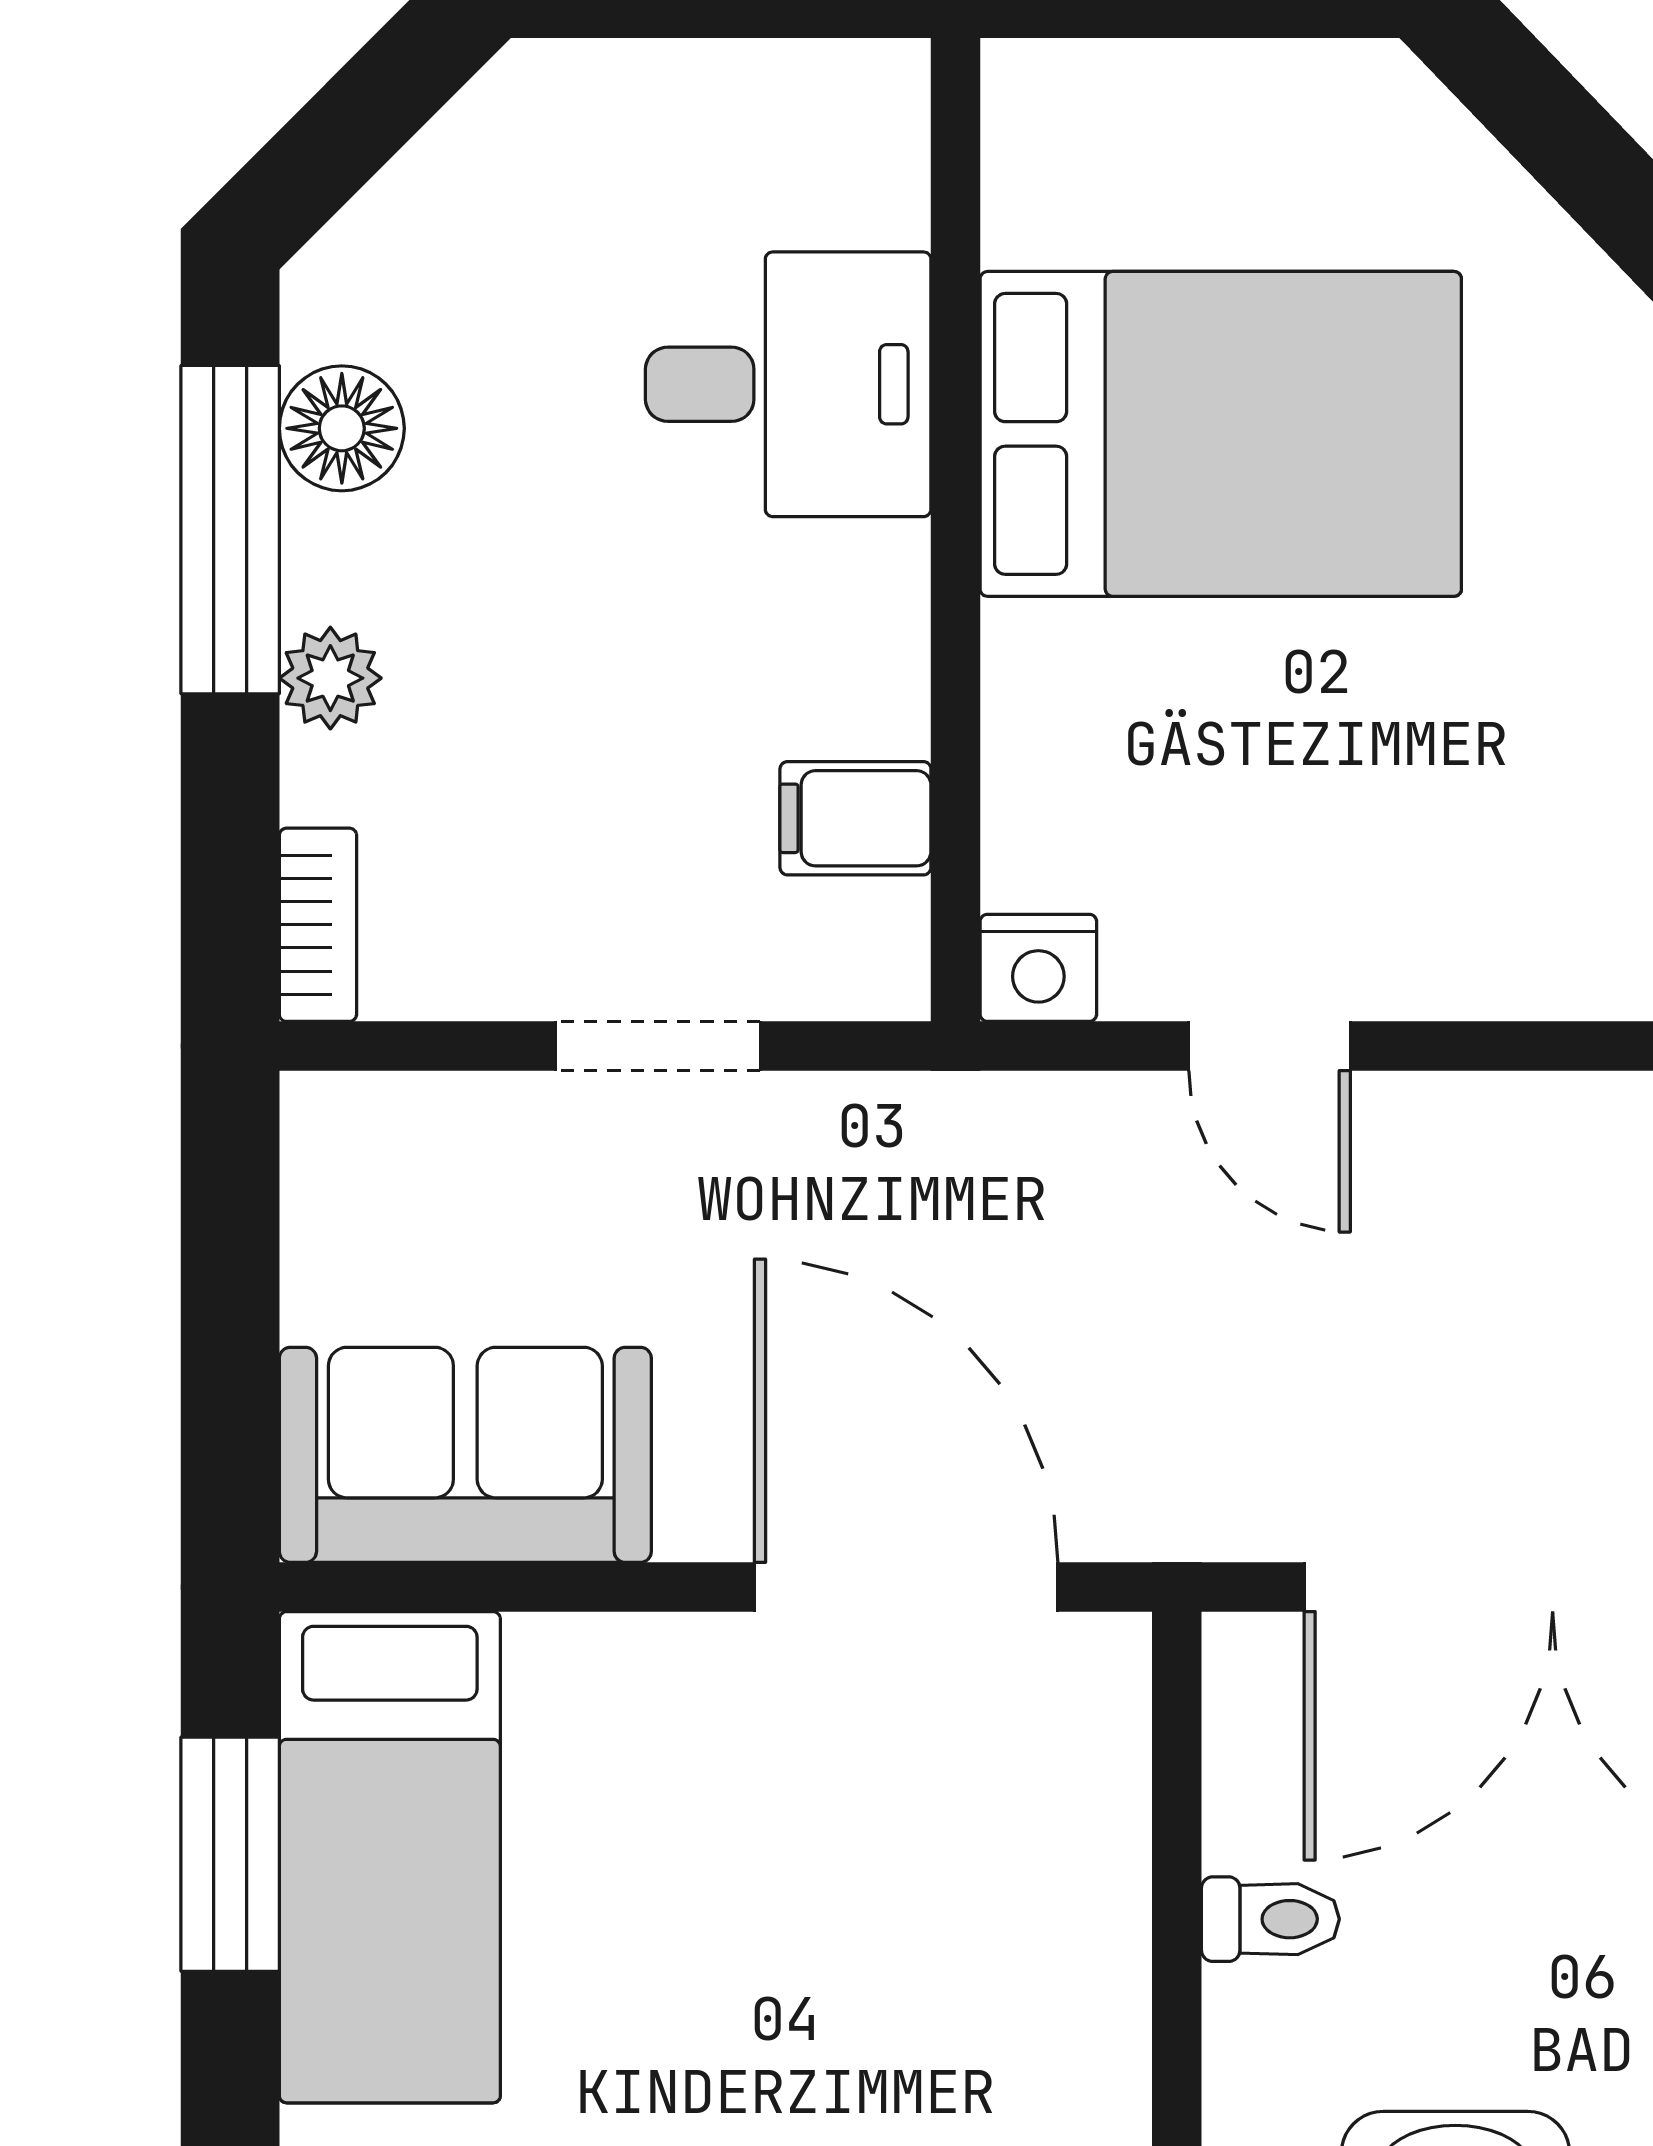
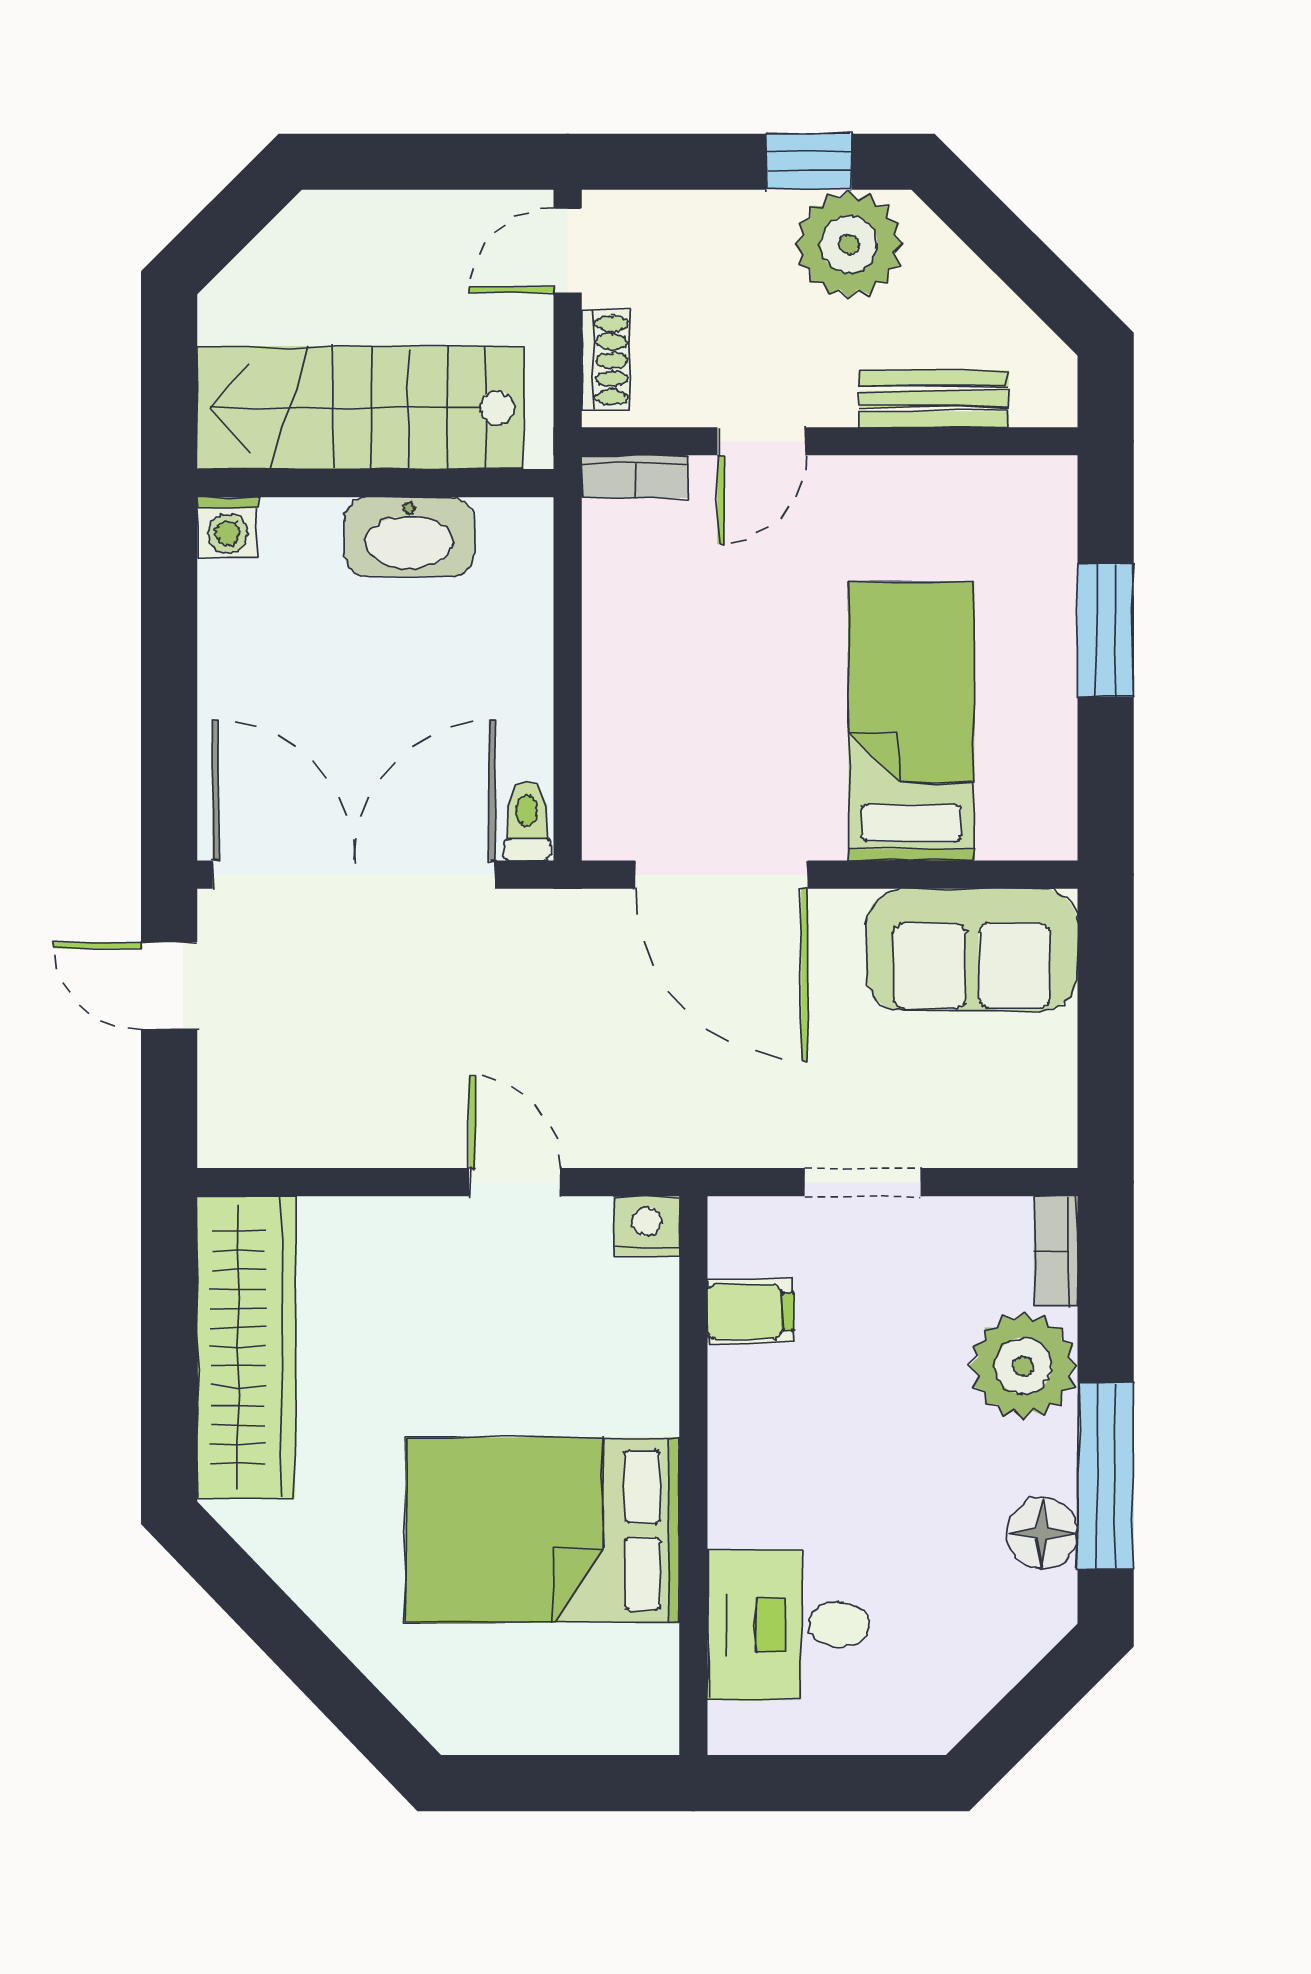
desk: (788, 384) -> (788, 1625), moved
plant: (330, 678) -> (1023, 1366), width x1.88, depth x1.88
window: (230, 1854) -> (1106, 630), moved
bed: (390, 1857) -> (911, 721), moved
toilet: (1270, 1919) -> (527, 821), moved, turned 90

